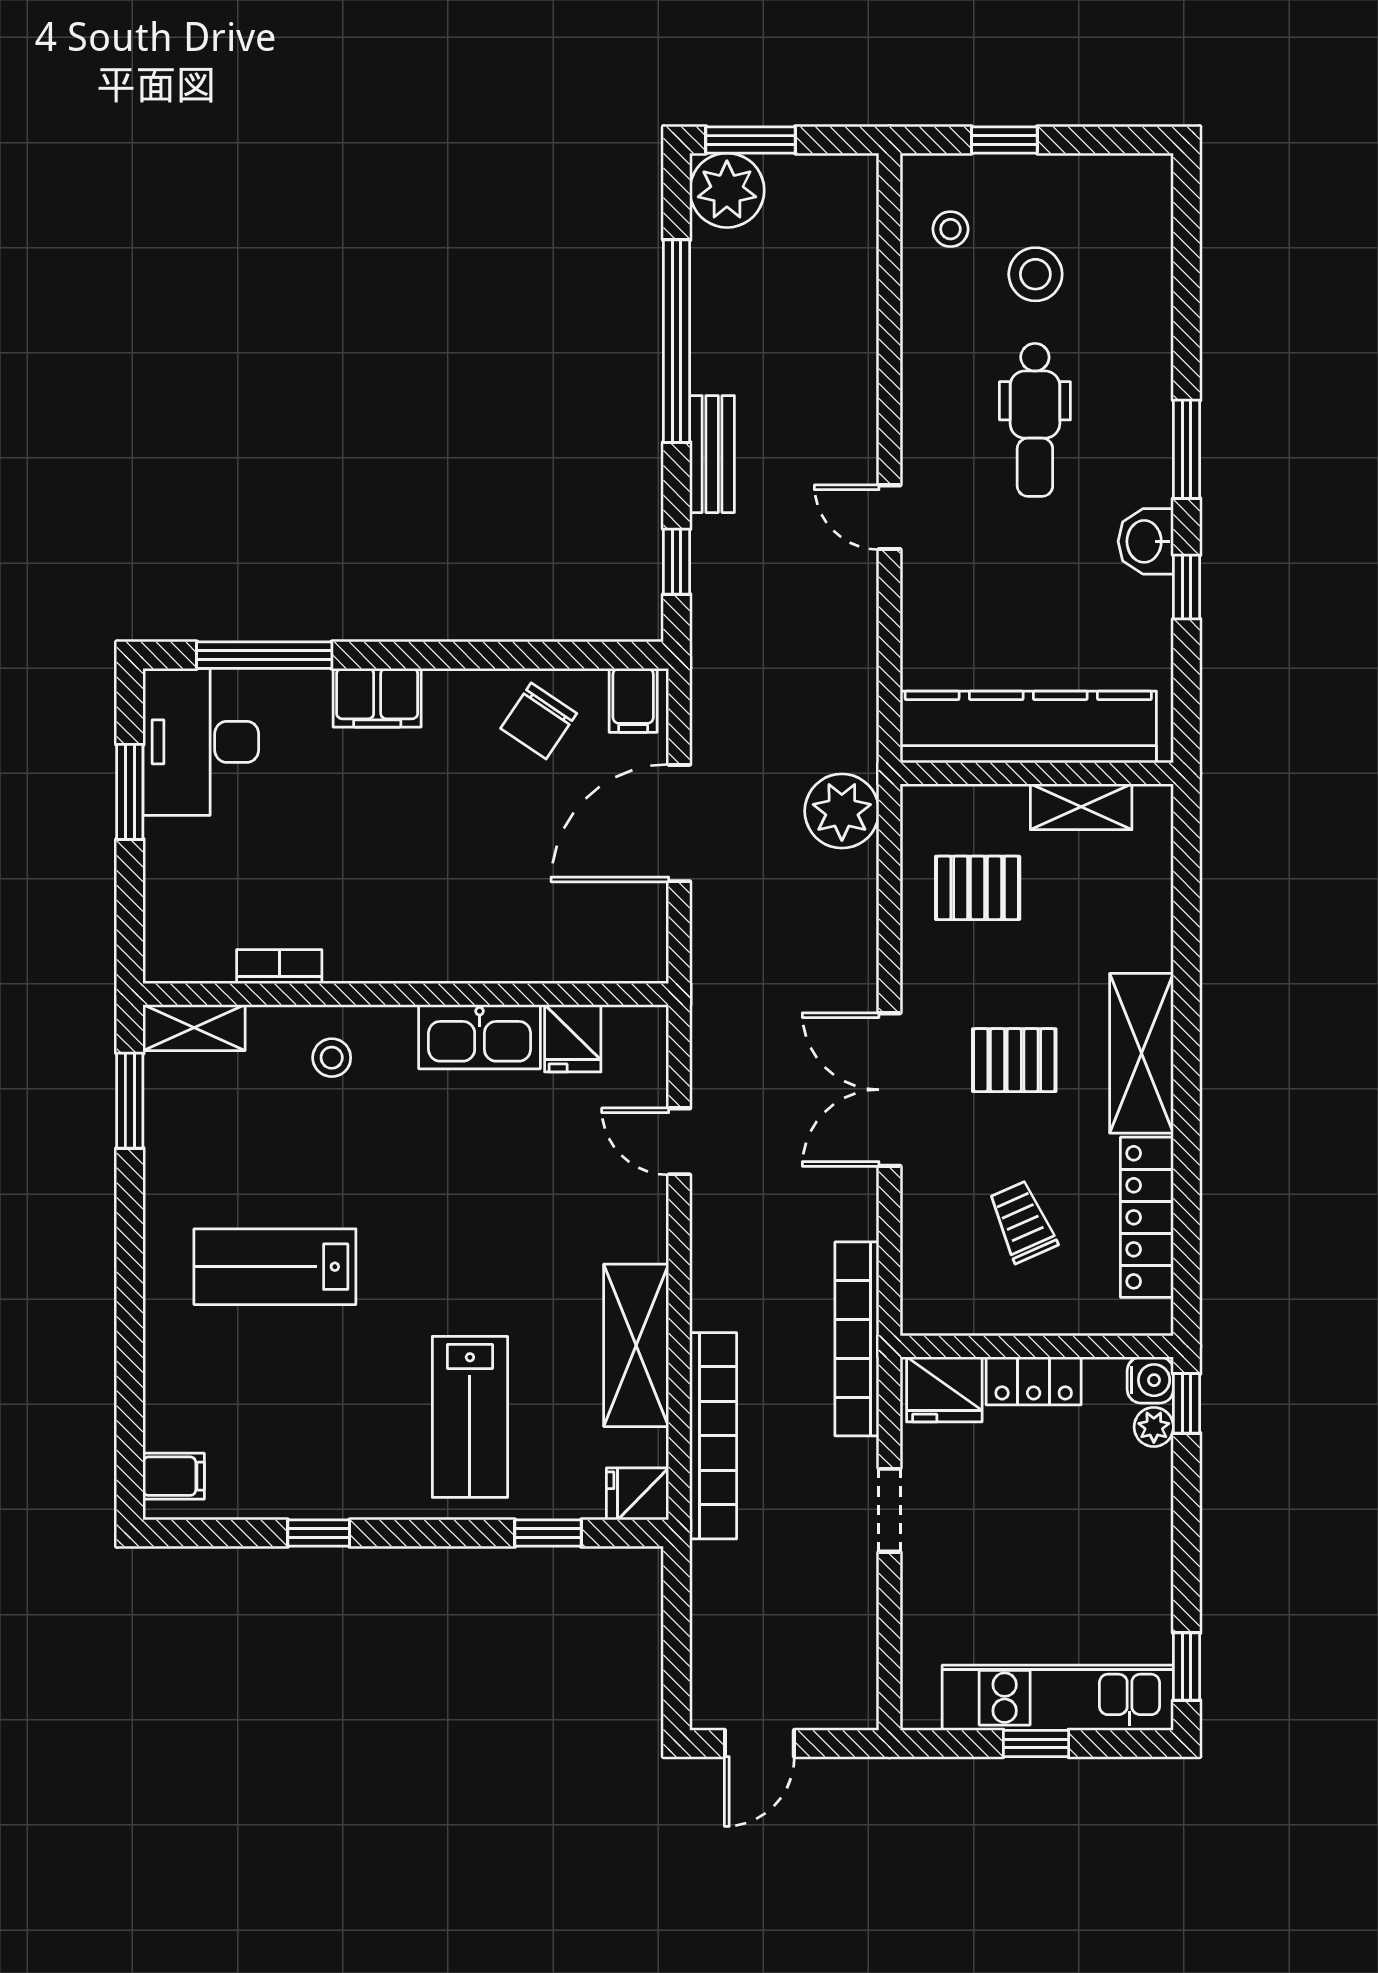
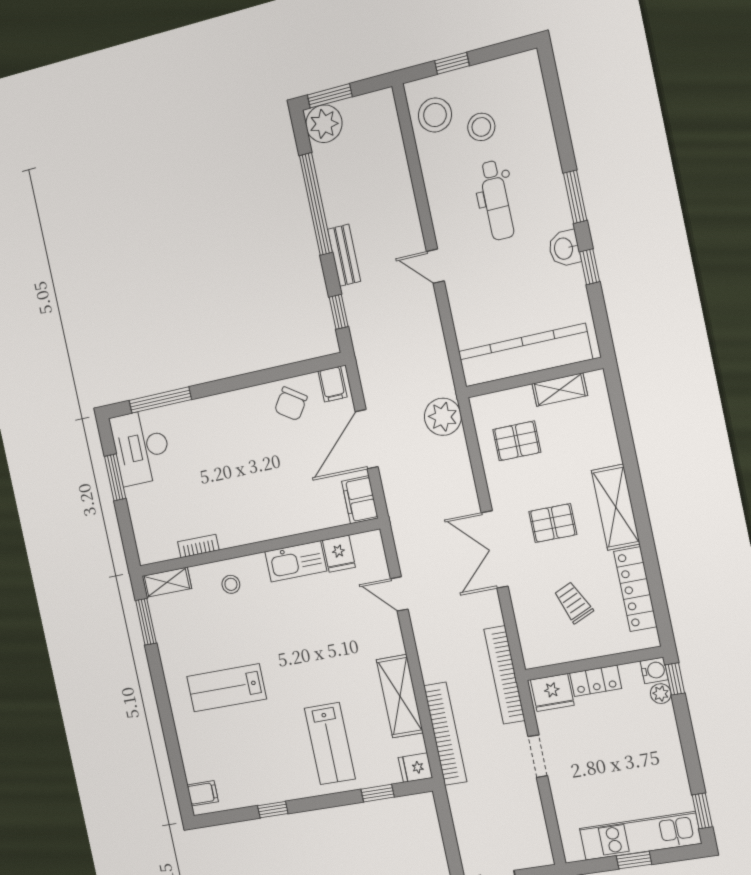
stool: (950, 229) -> (435, 115), width x1.89, depth x1.89
filing cabinet: (377, 698) -> (360, 500), moved, turned 90

